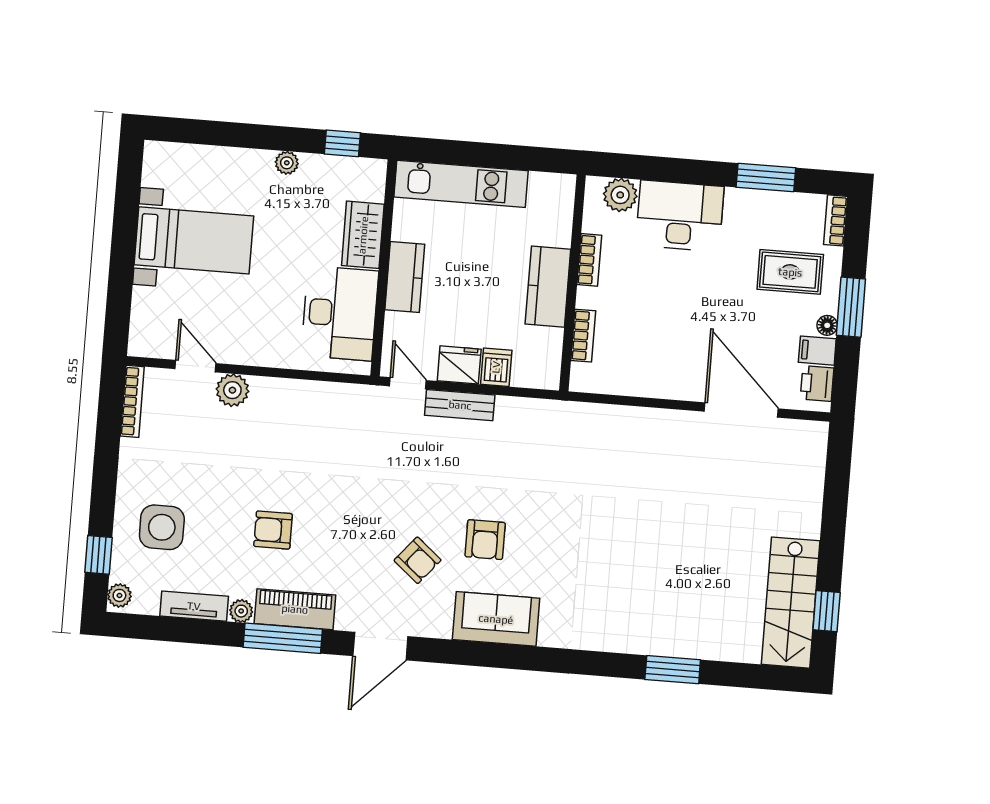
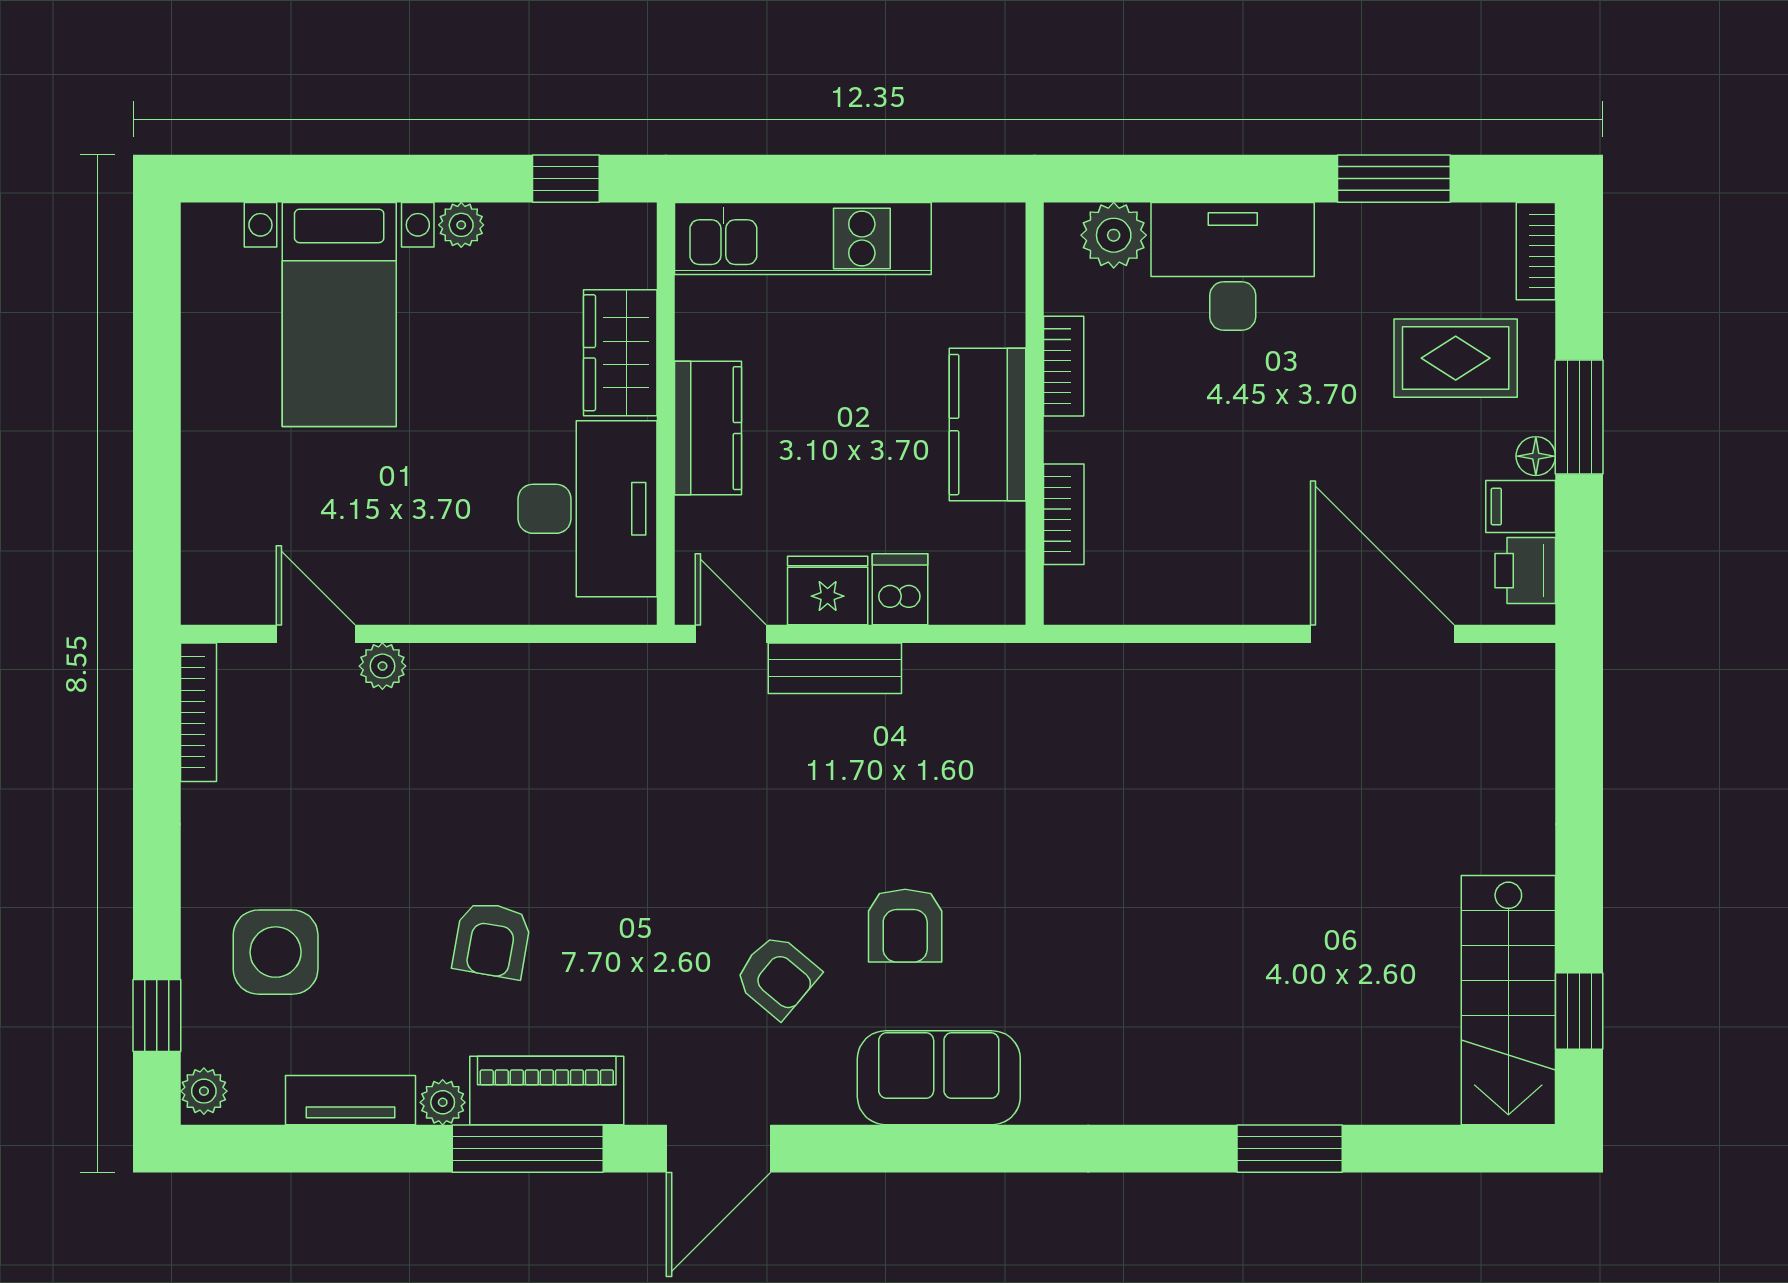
bed with nightstands: (194, 240) -> (339, 315), moved, turned 90
plant: (232, 390) -> (382, 666), width x0.73, depth x0.73
armchair: (273, 530) -> (492, 940), turned -80

